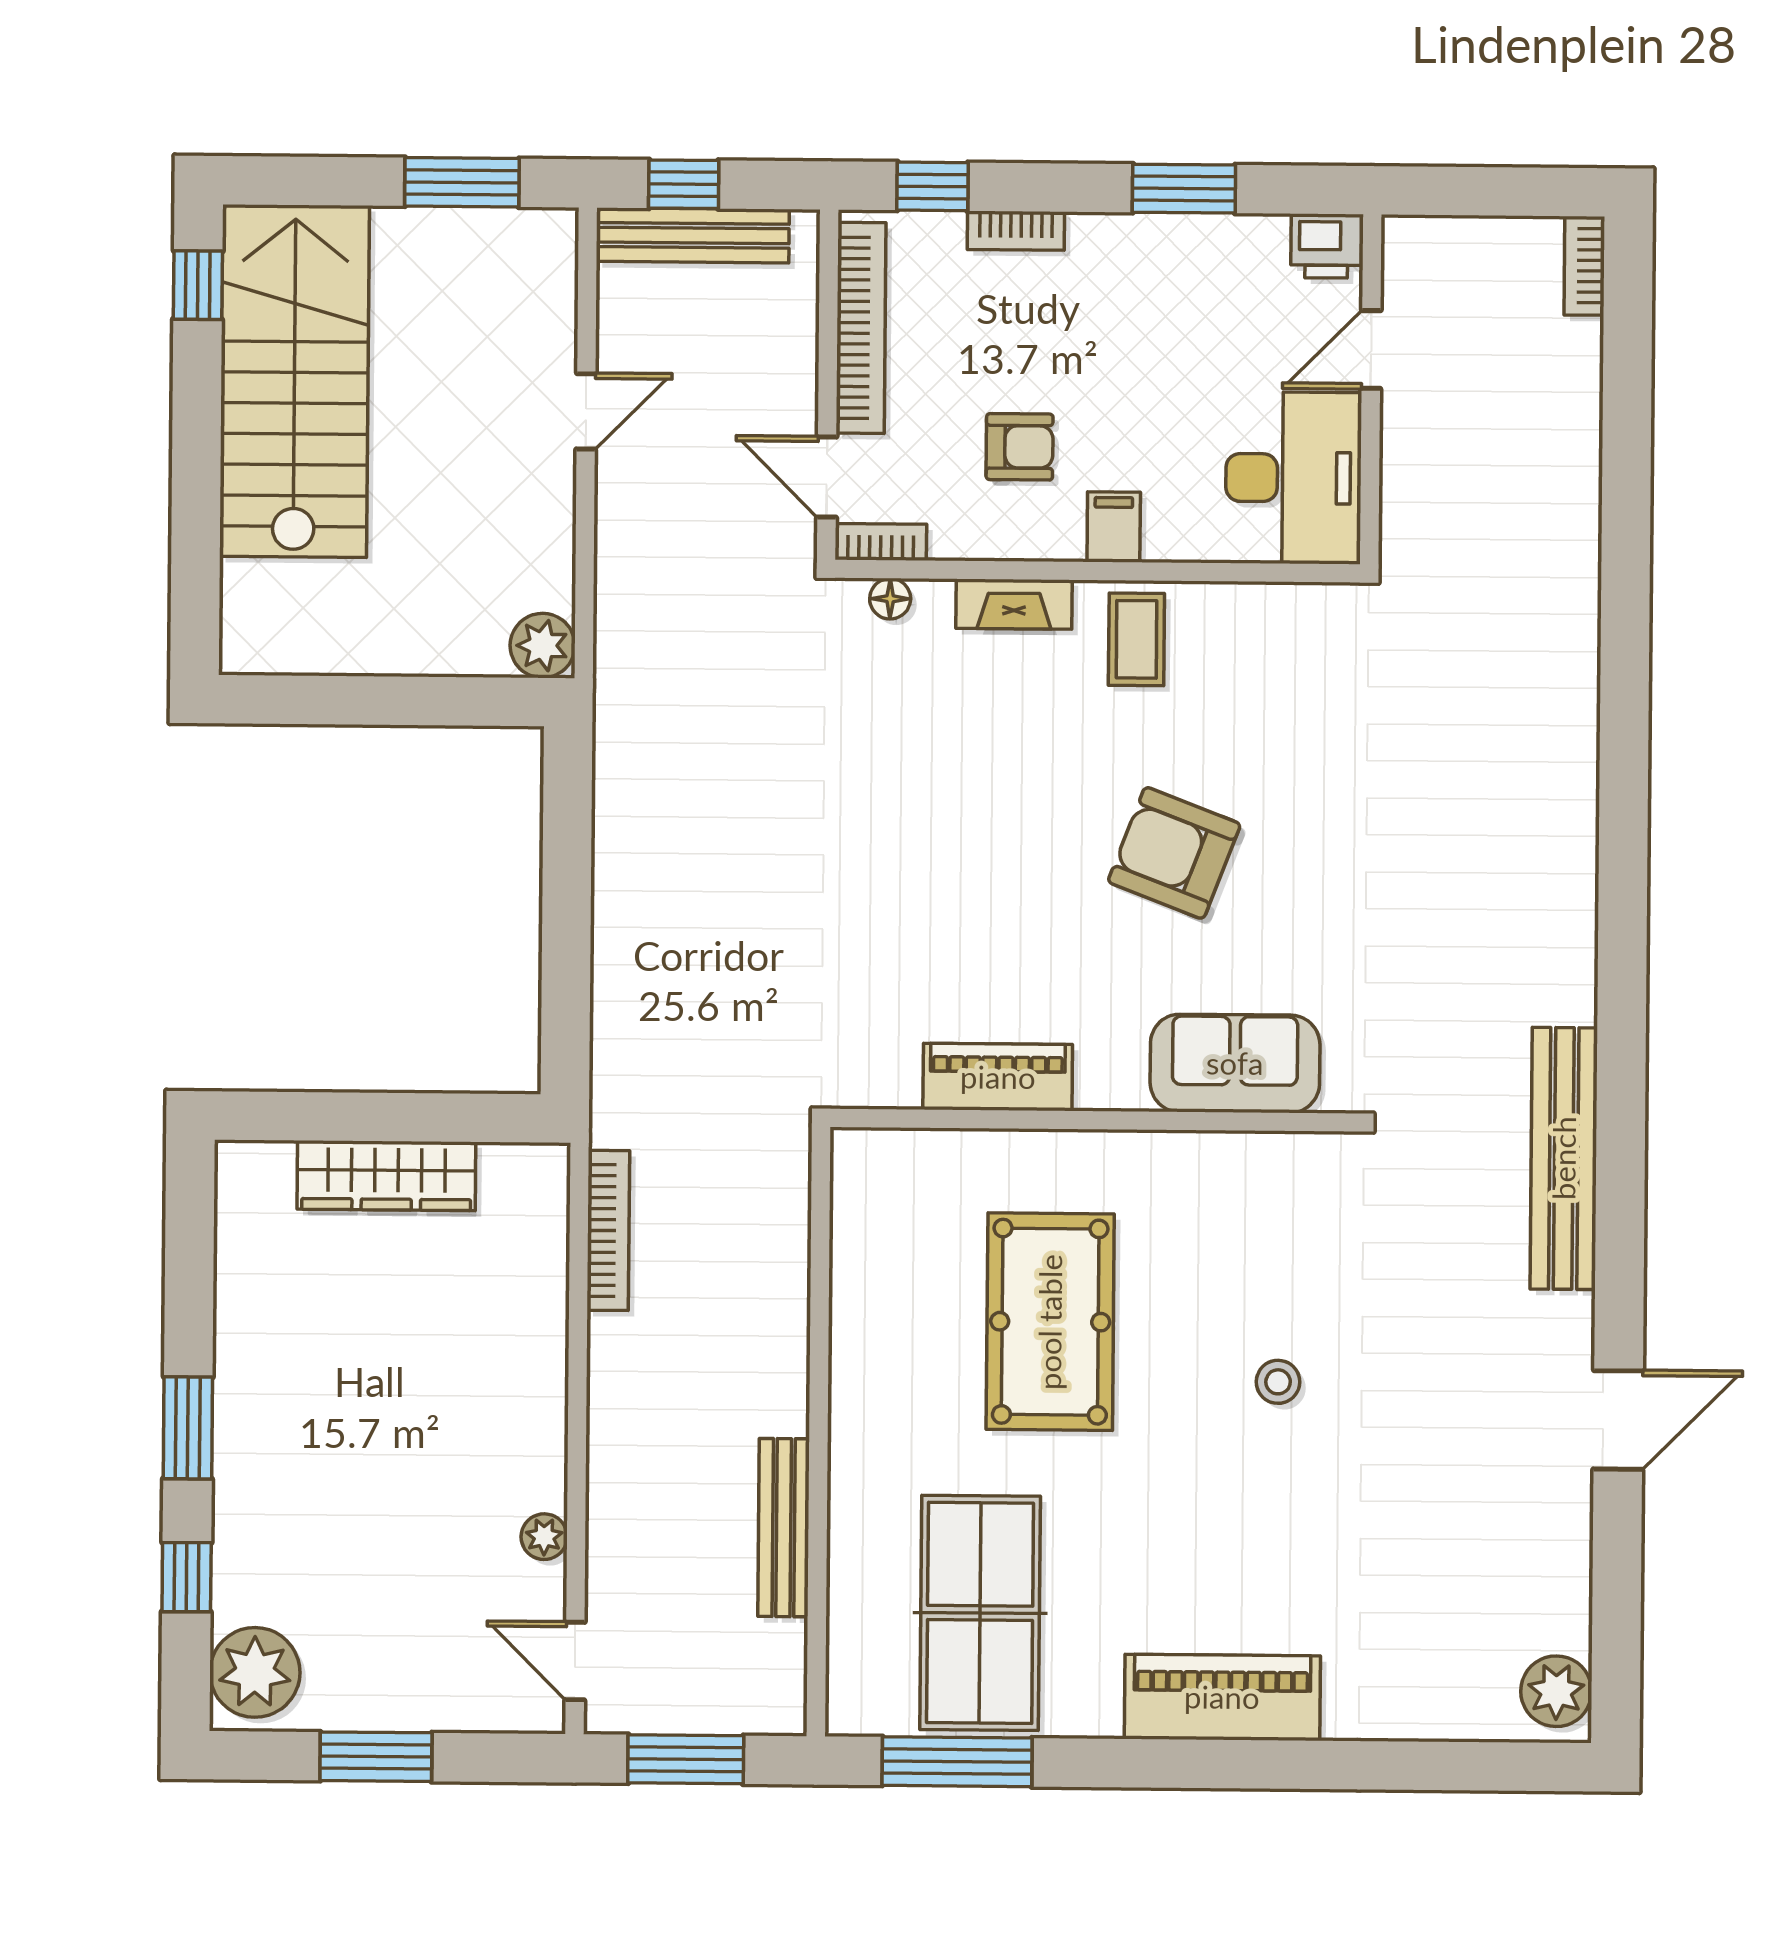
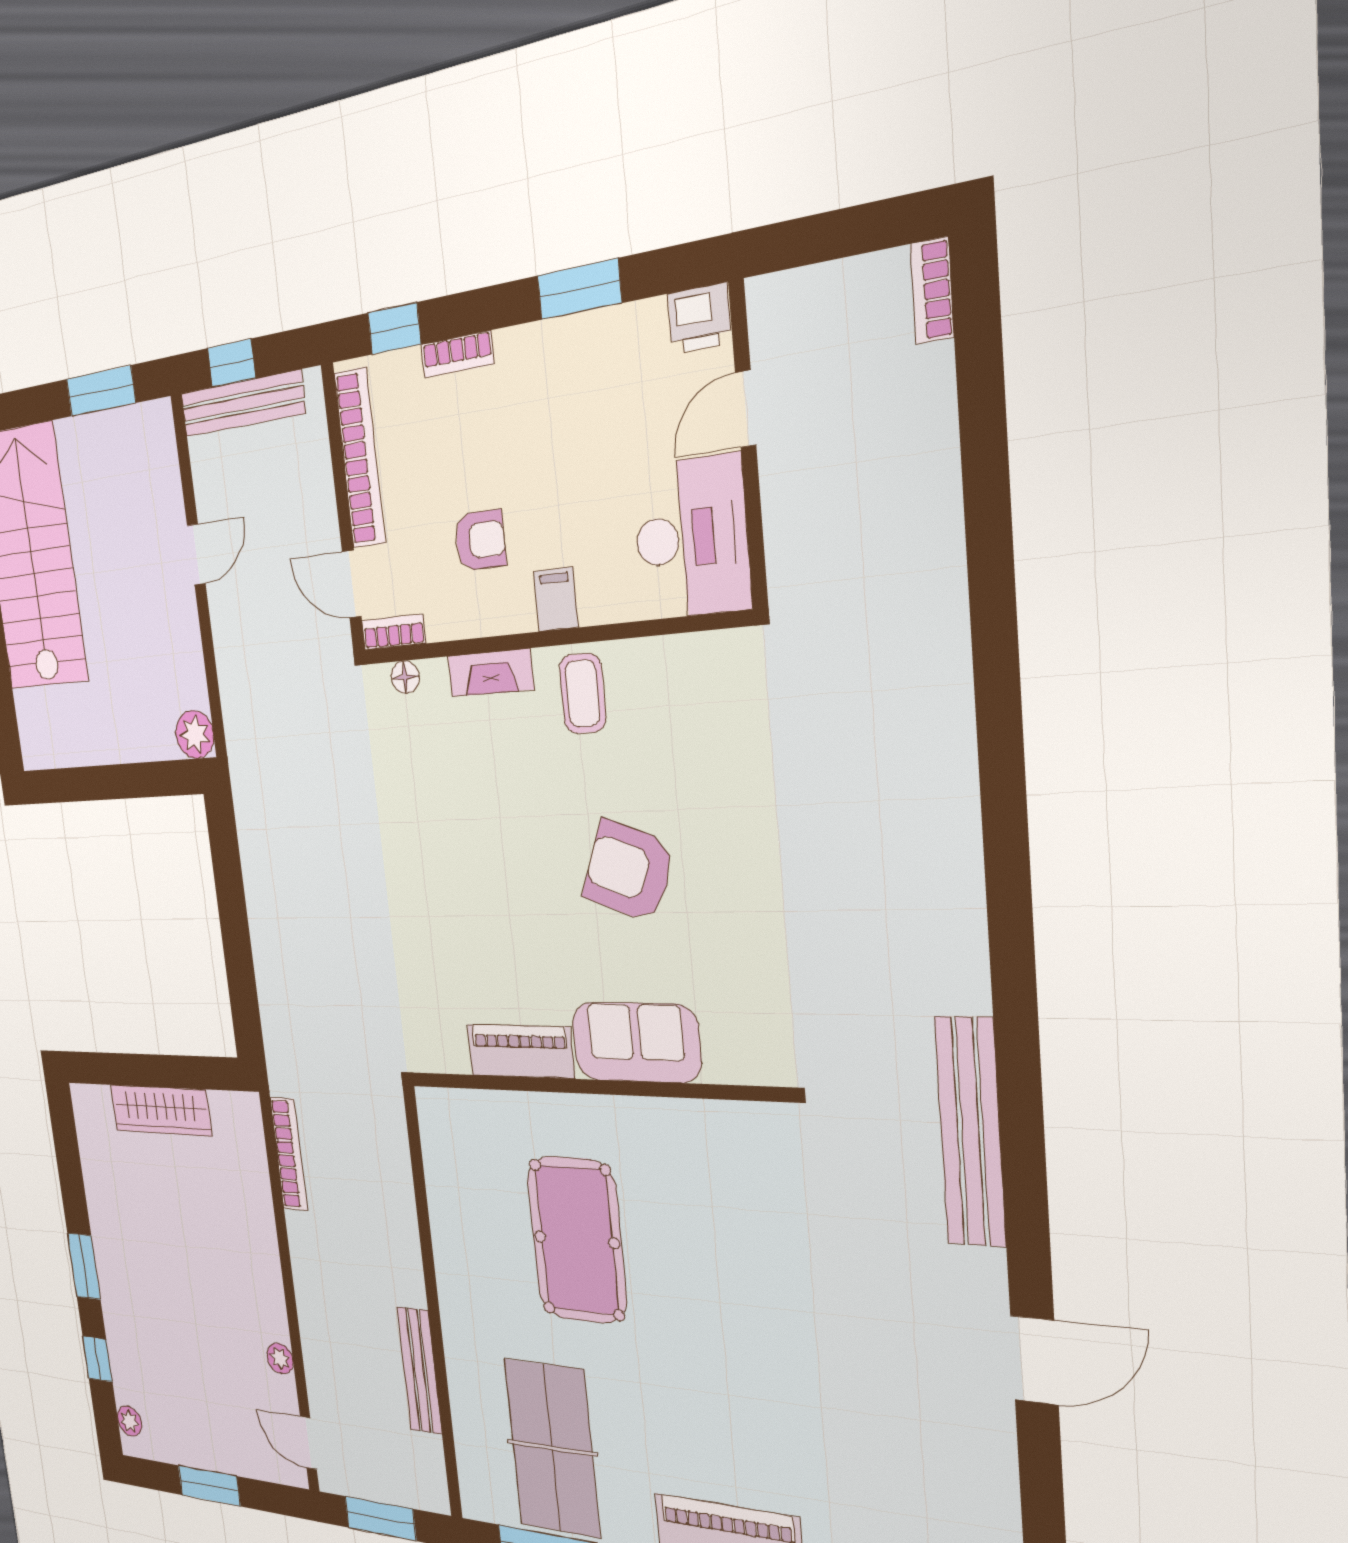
sofa: (1235, 1063) -> (636, 1042), moved
stool: (1278, 1382) -> (748, 1301), removed
plant: (255, 1672) -> (129, 1421), width x0.53, depth x0.53

